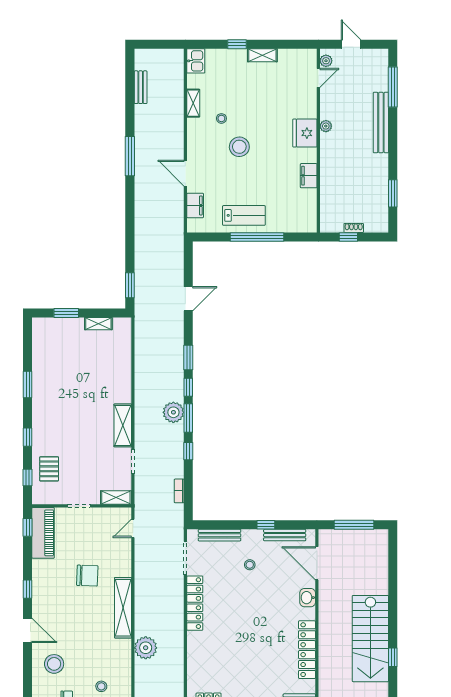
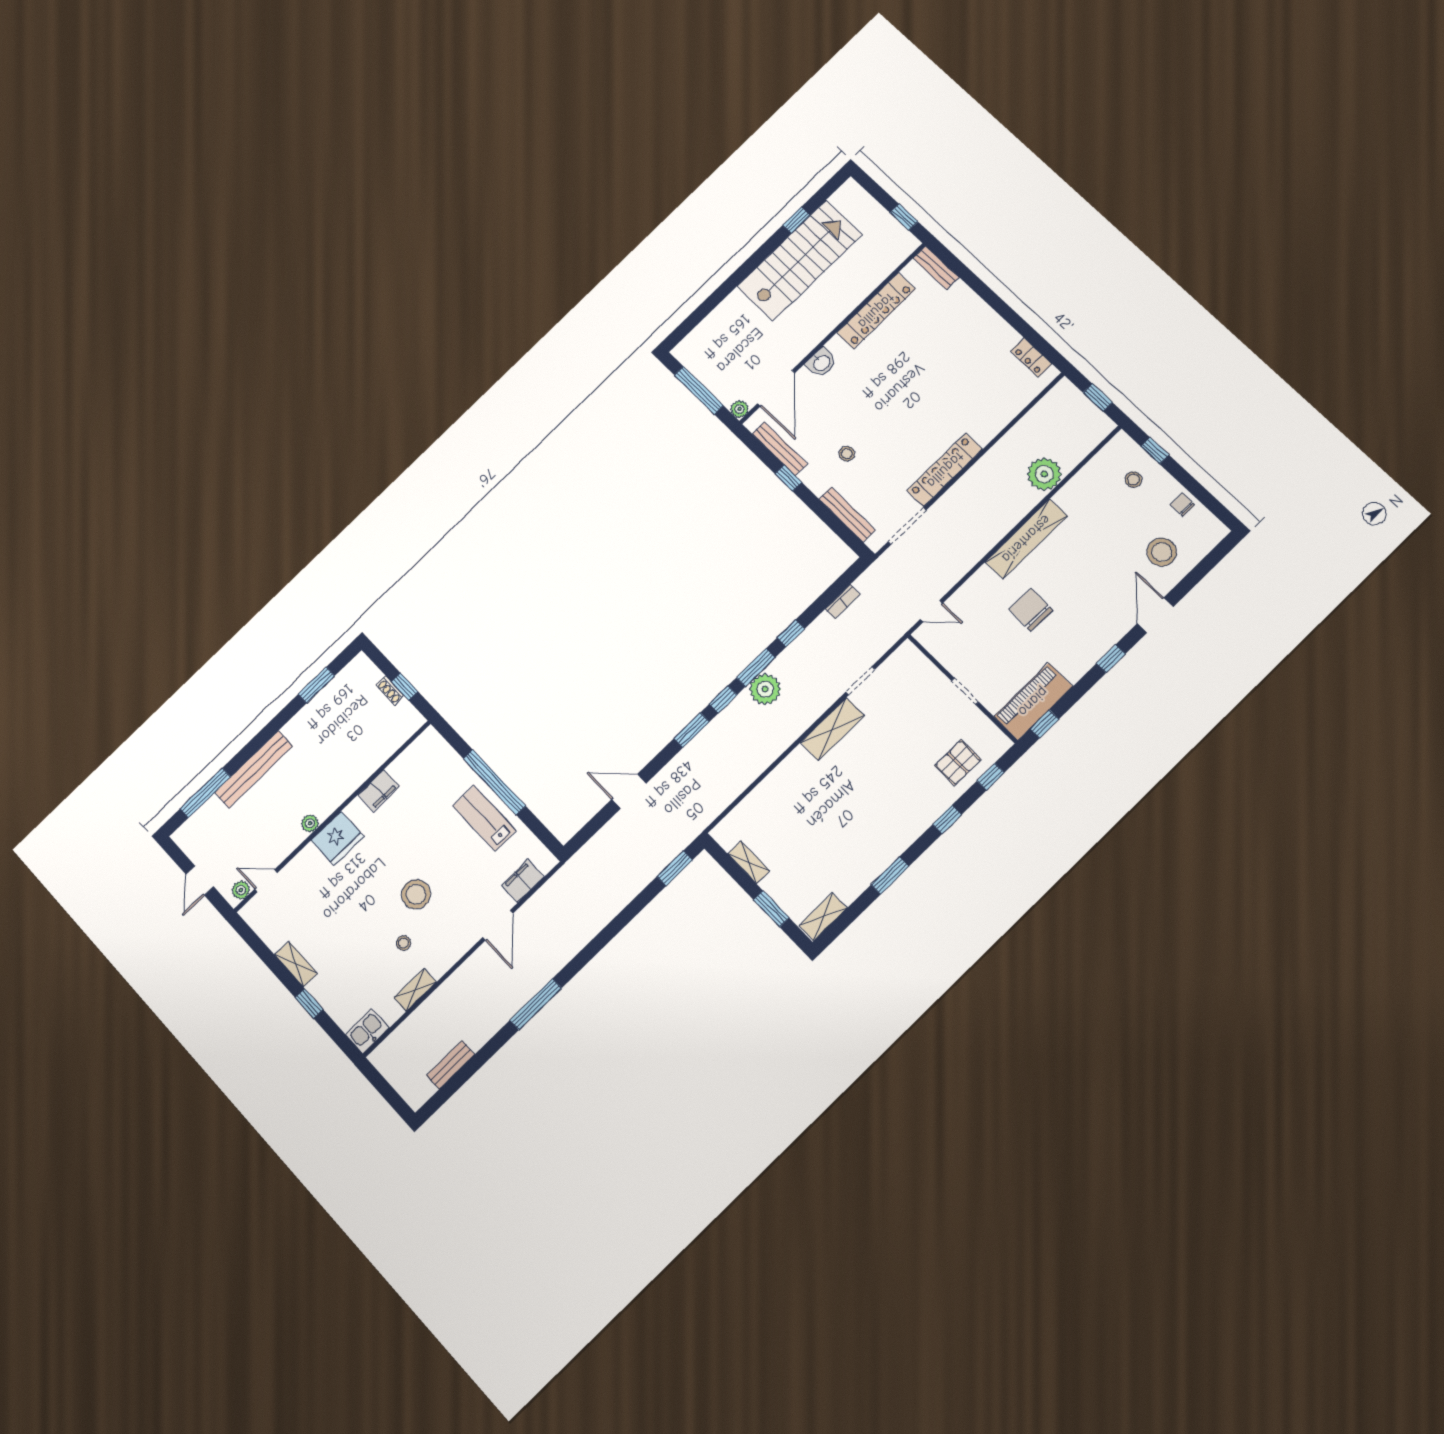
shelving: (116, 497) -> (823, 917), moved, turned 90
plant: (324, 535) -> (739, 409), added

